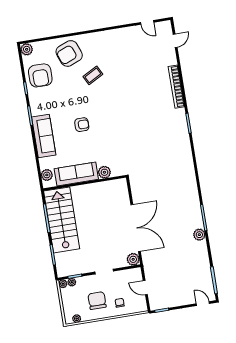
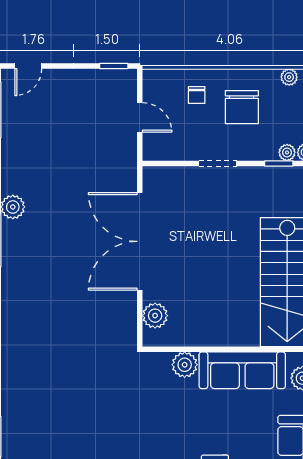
plant: (133, 259) -> (155, 316), moved
door: (203, 304) -> (28, 66), hinge flipped

